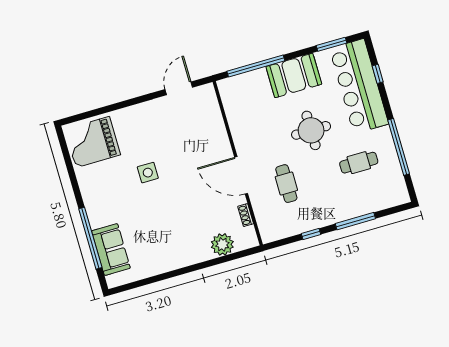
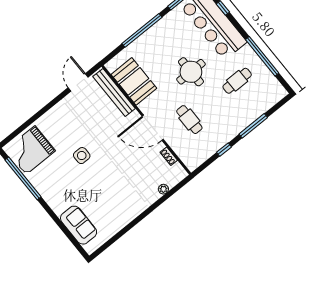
window: (256, 66) -> (142, 30), moved
booth: (294, 75) -> (134, 81), moved, turned 90
bench: (214, 117) -> (114, 92), added
window: (90, 238) -> (23, 178), moved
plant: (222, 244) -> (163, 189), width x0.53, depth x0.53

